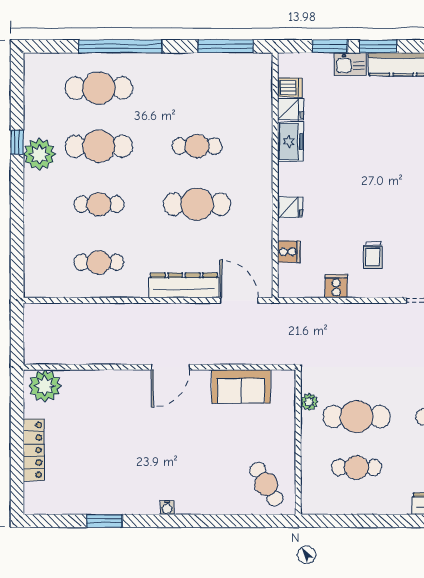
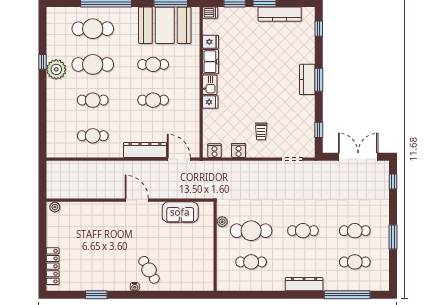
kitchen sink: (350, 64) -> (210, 85), moved, turned -90
booth: (216, 82) -> (165, 25), added
dishwasher: (290, 87) -> (210, 13), moved
cafe table: (197, 204) -> (153, 100), width x0.73, depth x0.74
cooker: (289, 252) -> (214, 151), moved, turned -90
door: (170, 367) -> (137, 200), swing flipped
plant: (45, 386) -> (55, 207), width x0.53, depth x0.53
locker: (34, 450) -> (53, 266), moved
cafe table: (266, 484) -> (149, 270), moved

